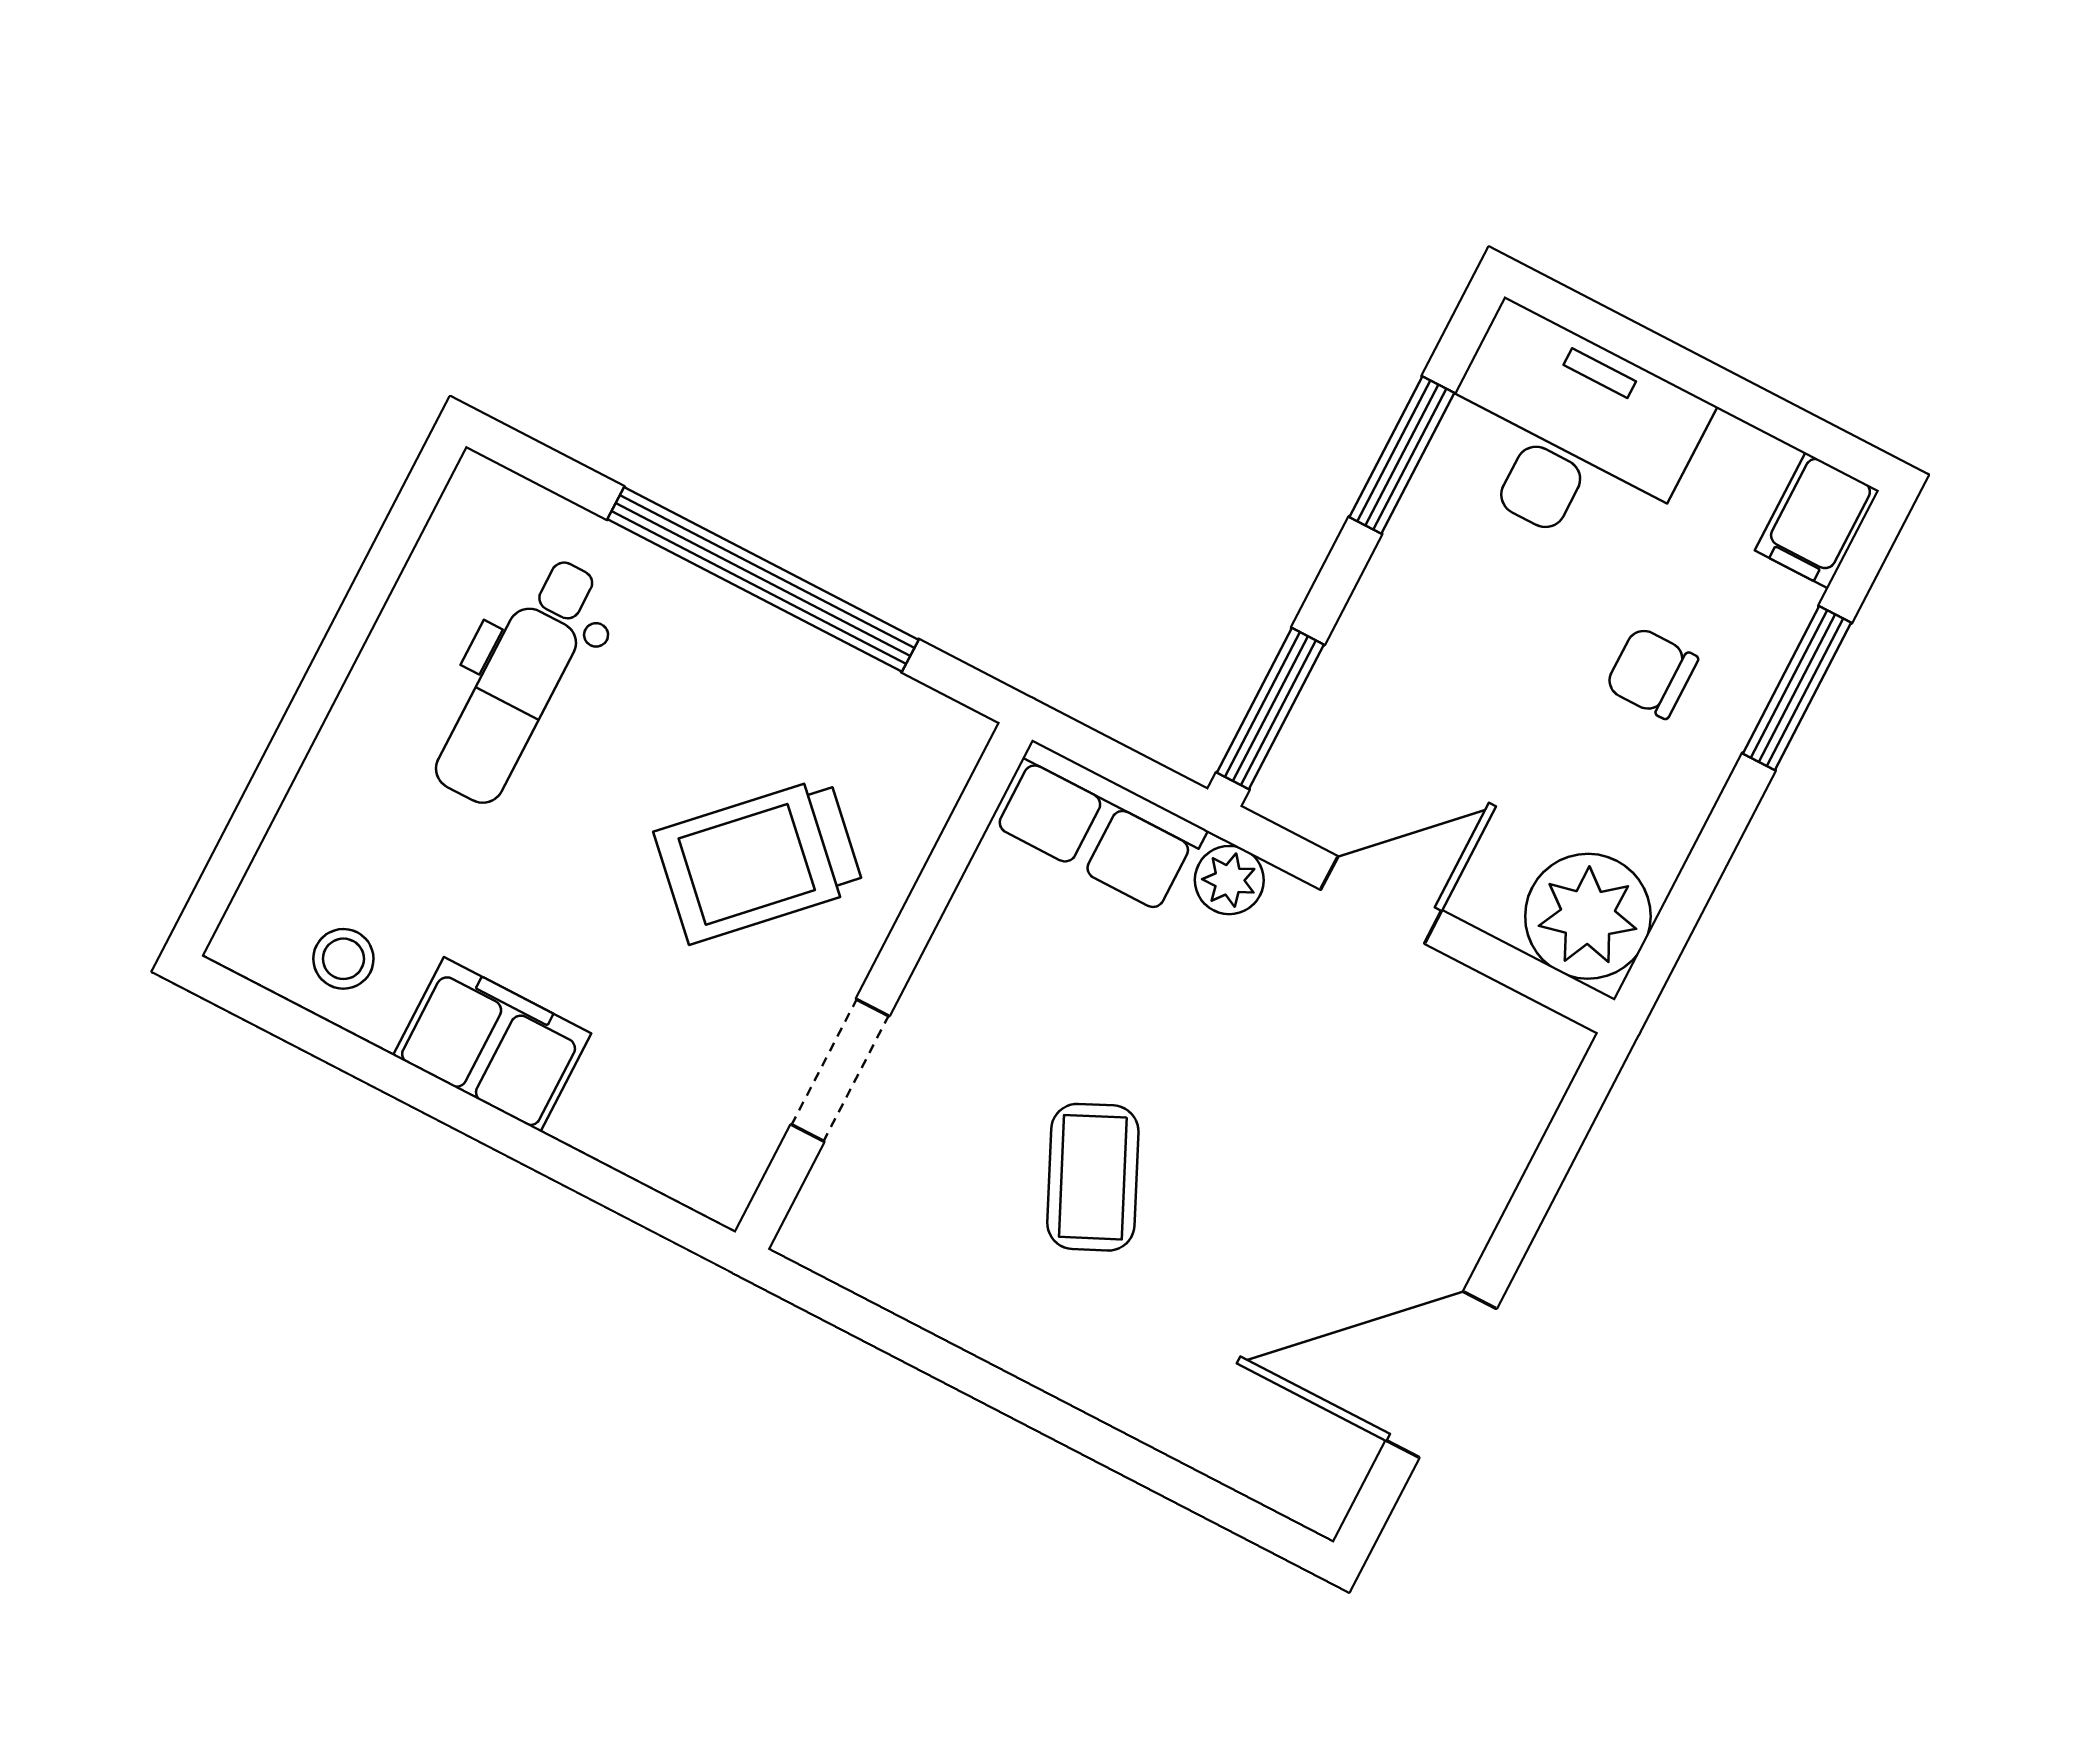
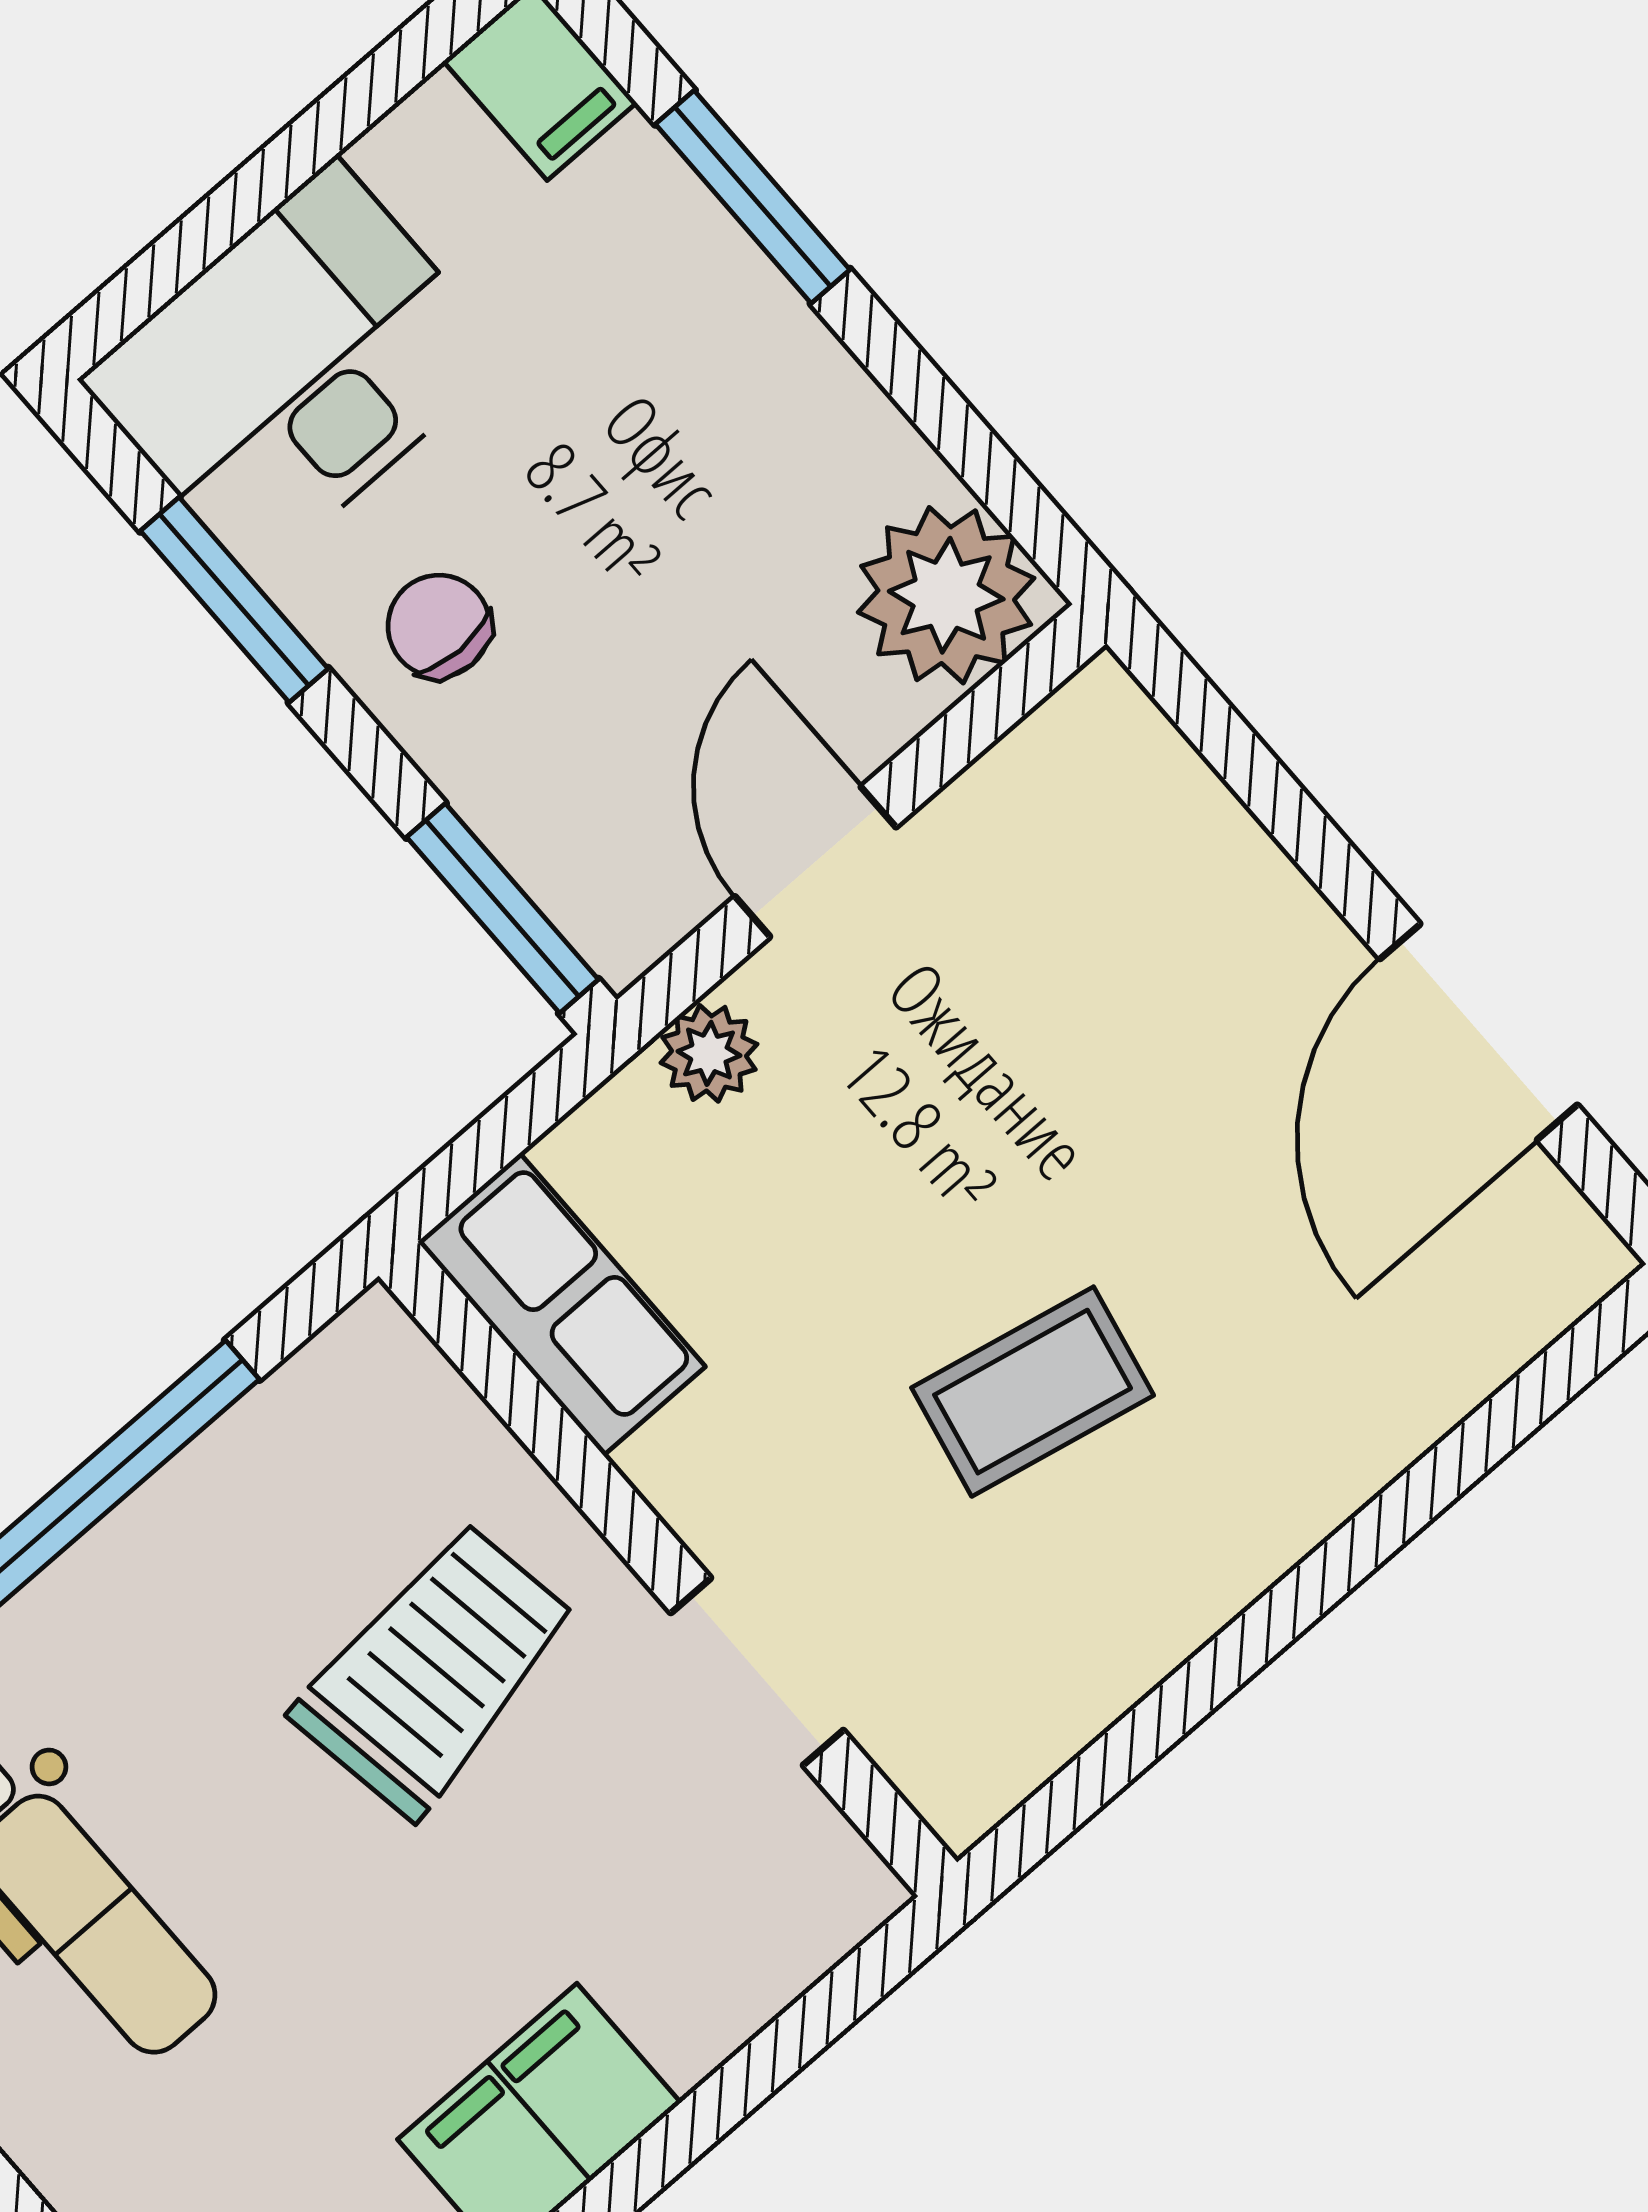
chair: (1652, 673) -> (439, 626), moved, turned 90
row of seats: (1099, 827) -> (562, 1304), moved, turned -90
trolley: (759, 860) -> (435, 1669), turned -144
coffee table: (1093, 1177) -> (1033, 1392), turned -53

